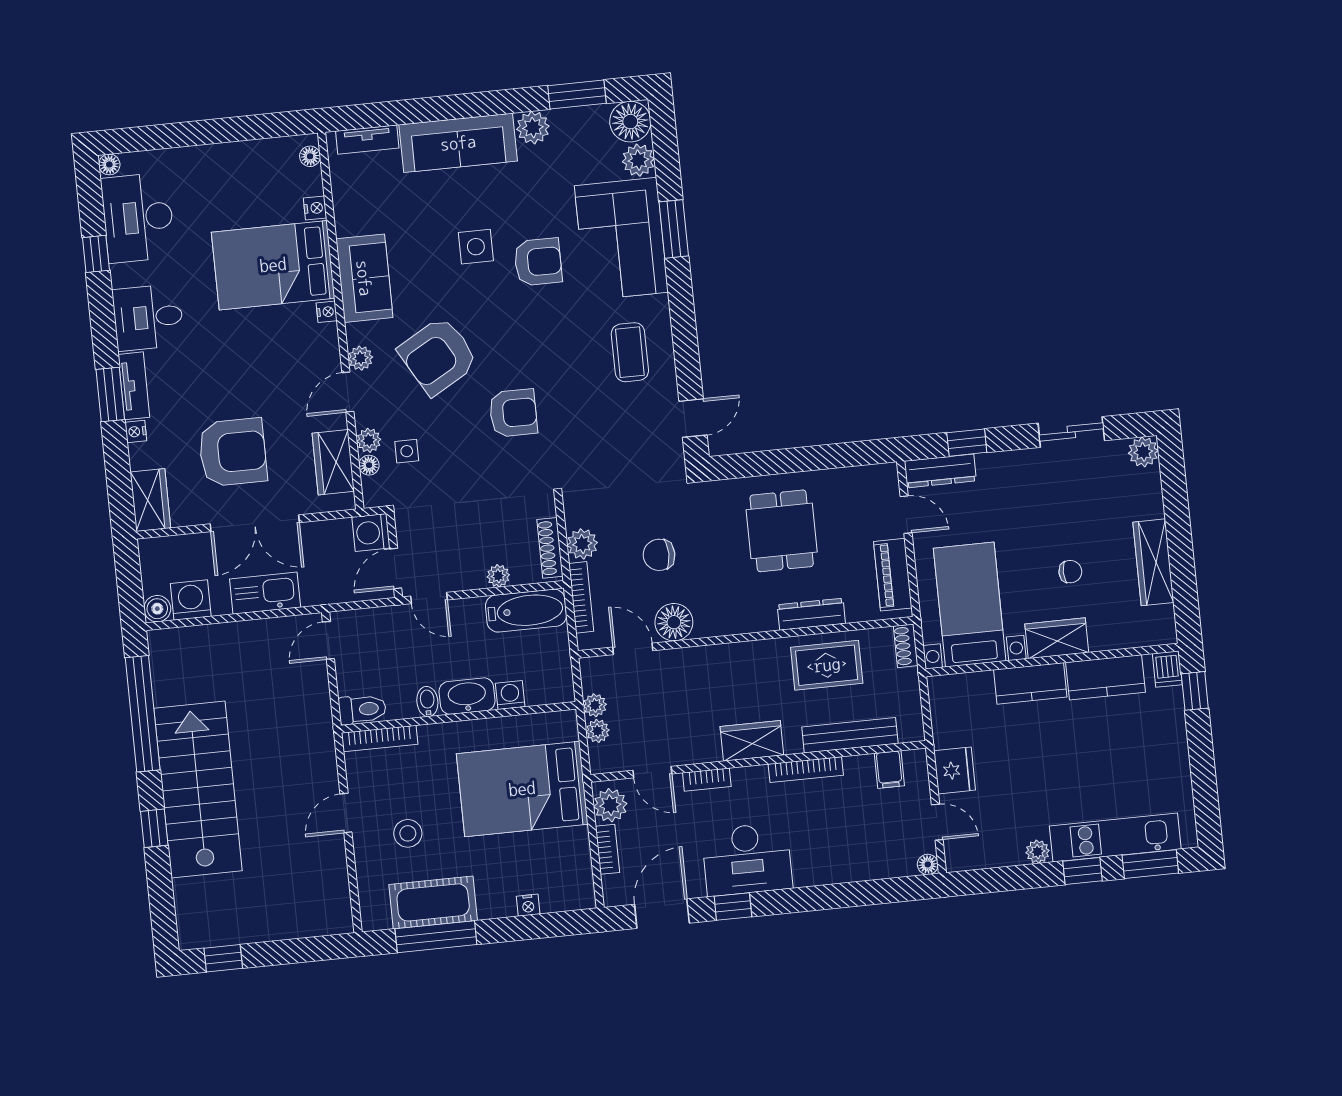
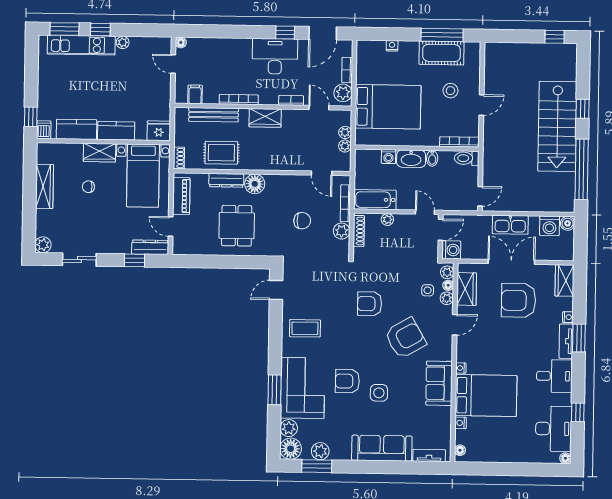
plant: (533, 128) -> (320, 451), moved
coffee table: (630, 352) -> (305, 328), turned 90
plant: (360, 358) -> (447, 272), moved
floor lamp: (674, 622) -> (255, 184), moved
fridge: (955, 770) -> (159, 131), moved, turned 90

